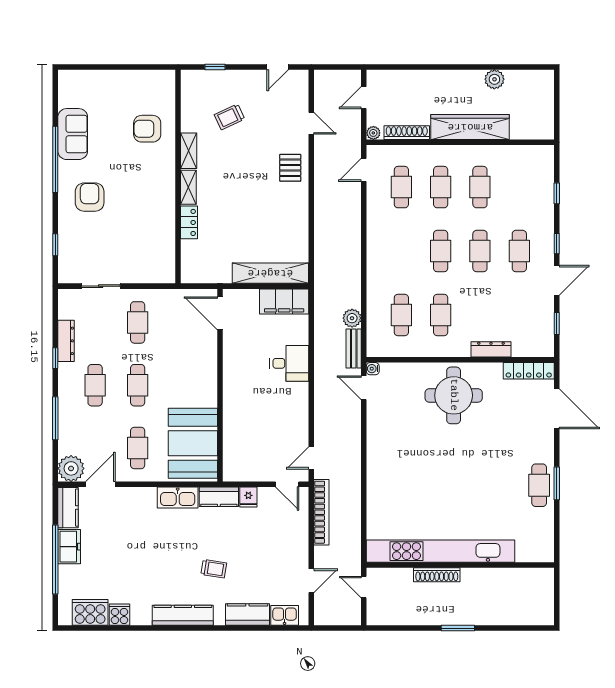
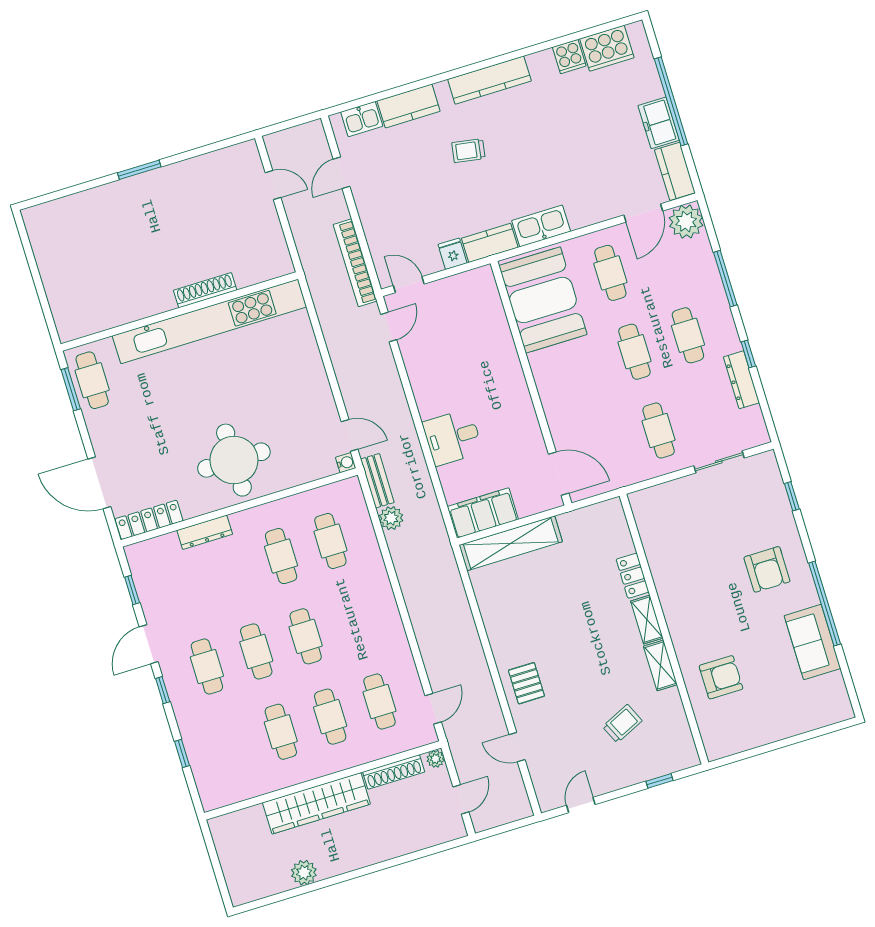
kitchen unit: (441, 551) -> (209, 321), moved
wall: (460, 565) -> (179, 312), moved
shoe rack: (437, 575) -> (205, 290), moved

